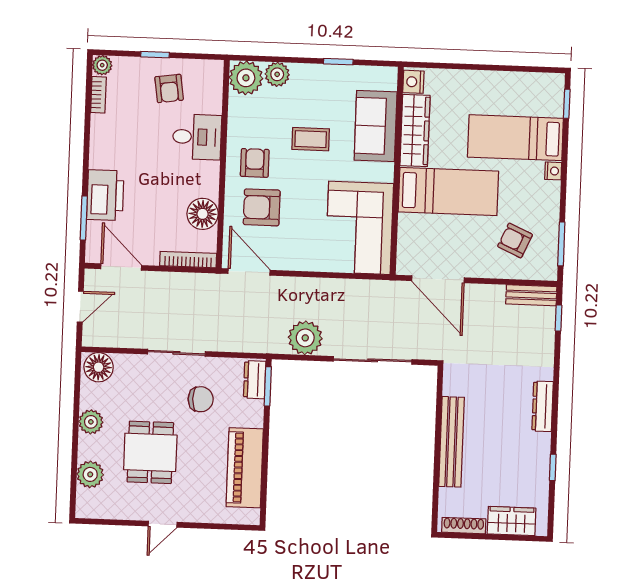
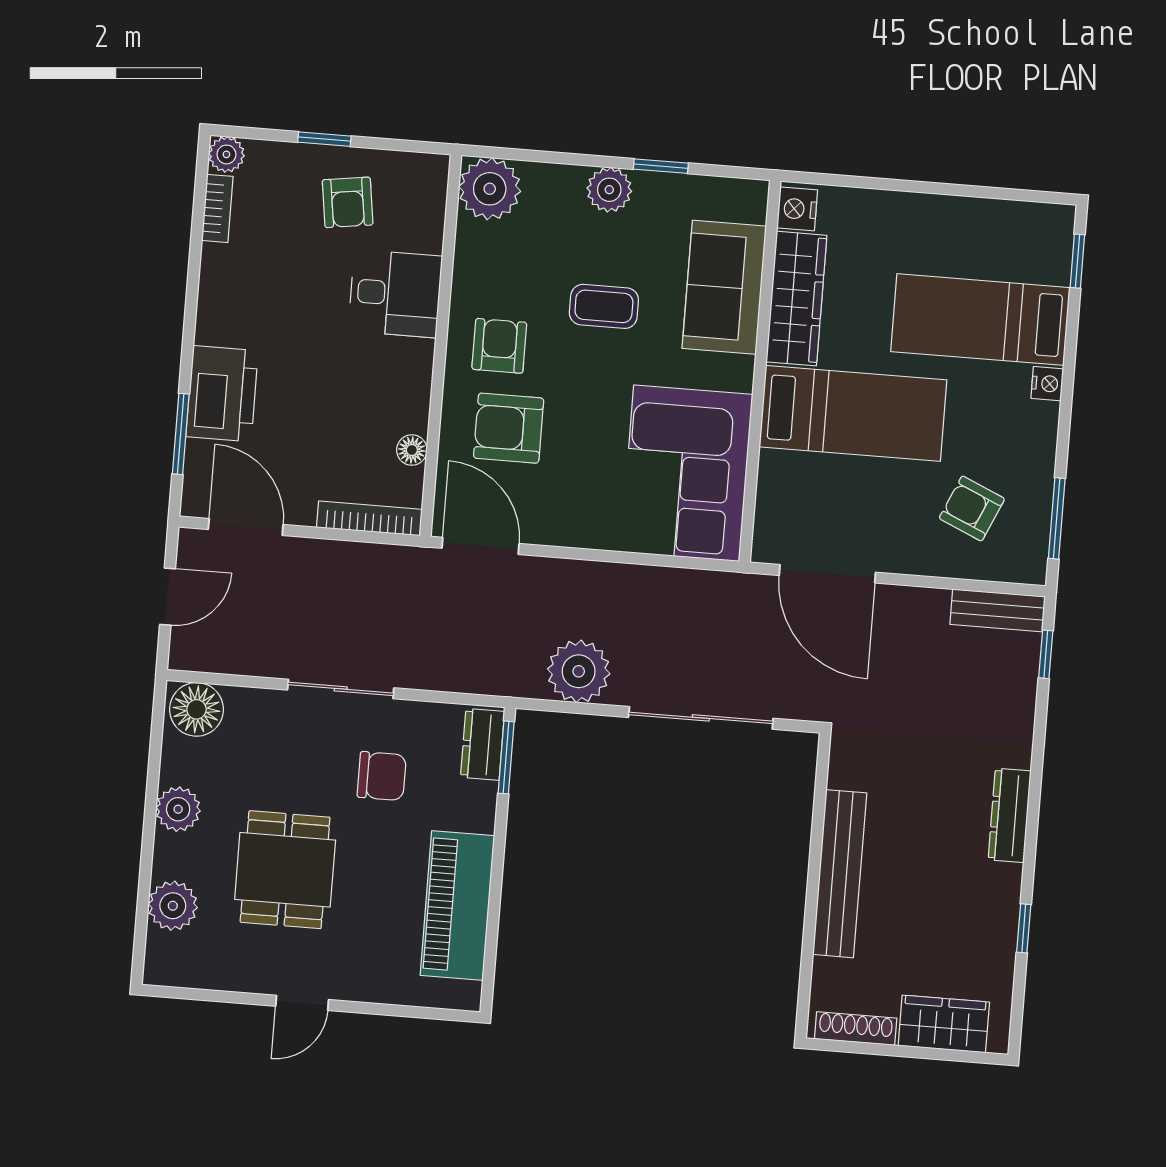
plant: (277, 74) -> (609, 190), moved
floor lamp: (203, 214) -> (412, 450), width x0.53, depth x0.53

